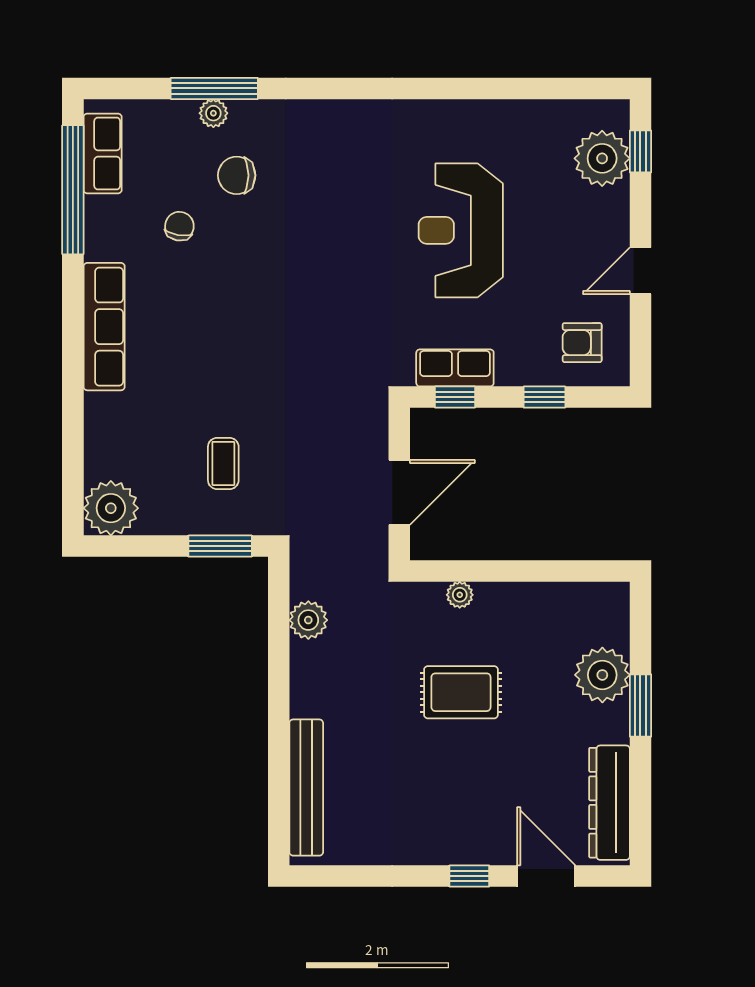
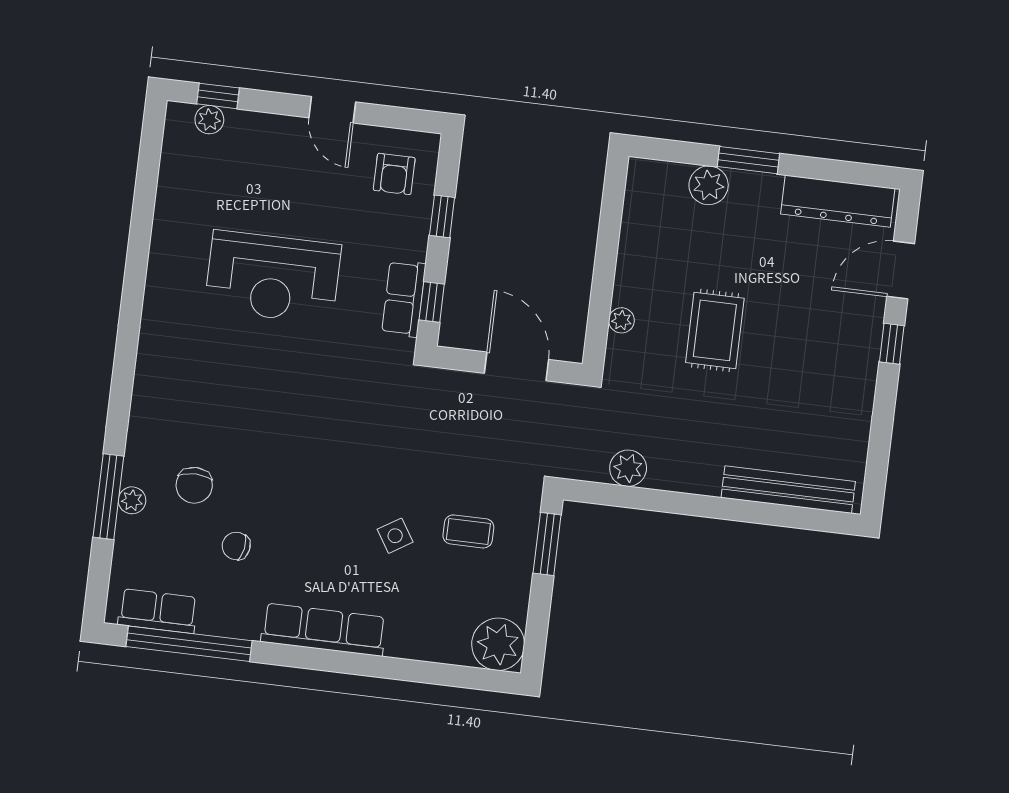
plant: (602, 158) -> (209, 120), width x0.53, depth x0.53
side table: (210, 389) -> (395, 536), added
plant: (602, 675) -> (709, 185), width x0.73, depth x0.73

